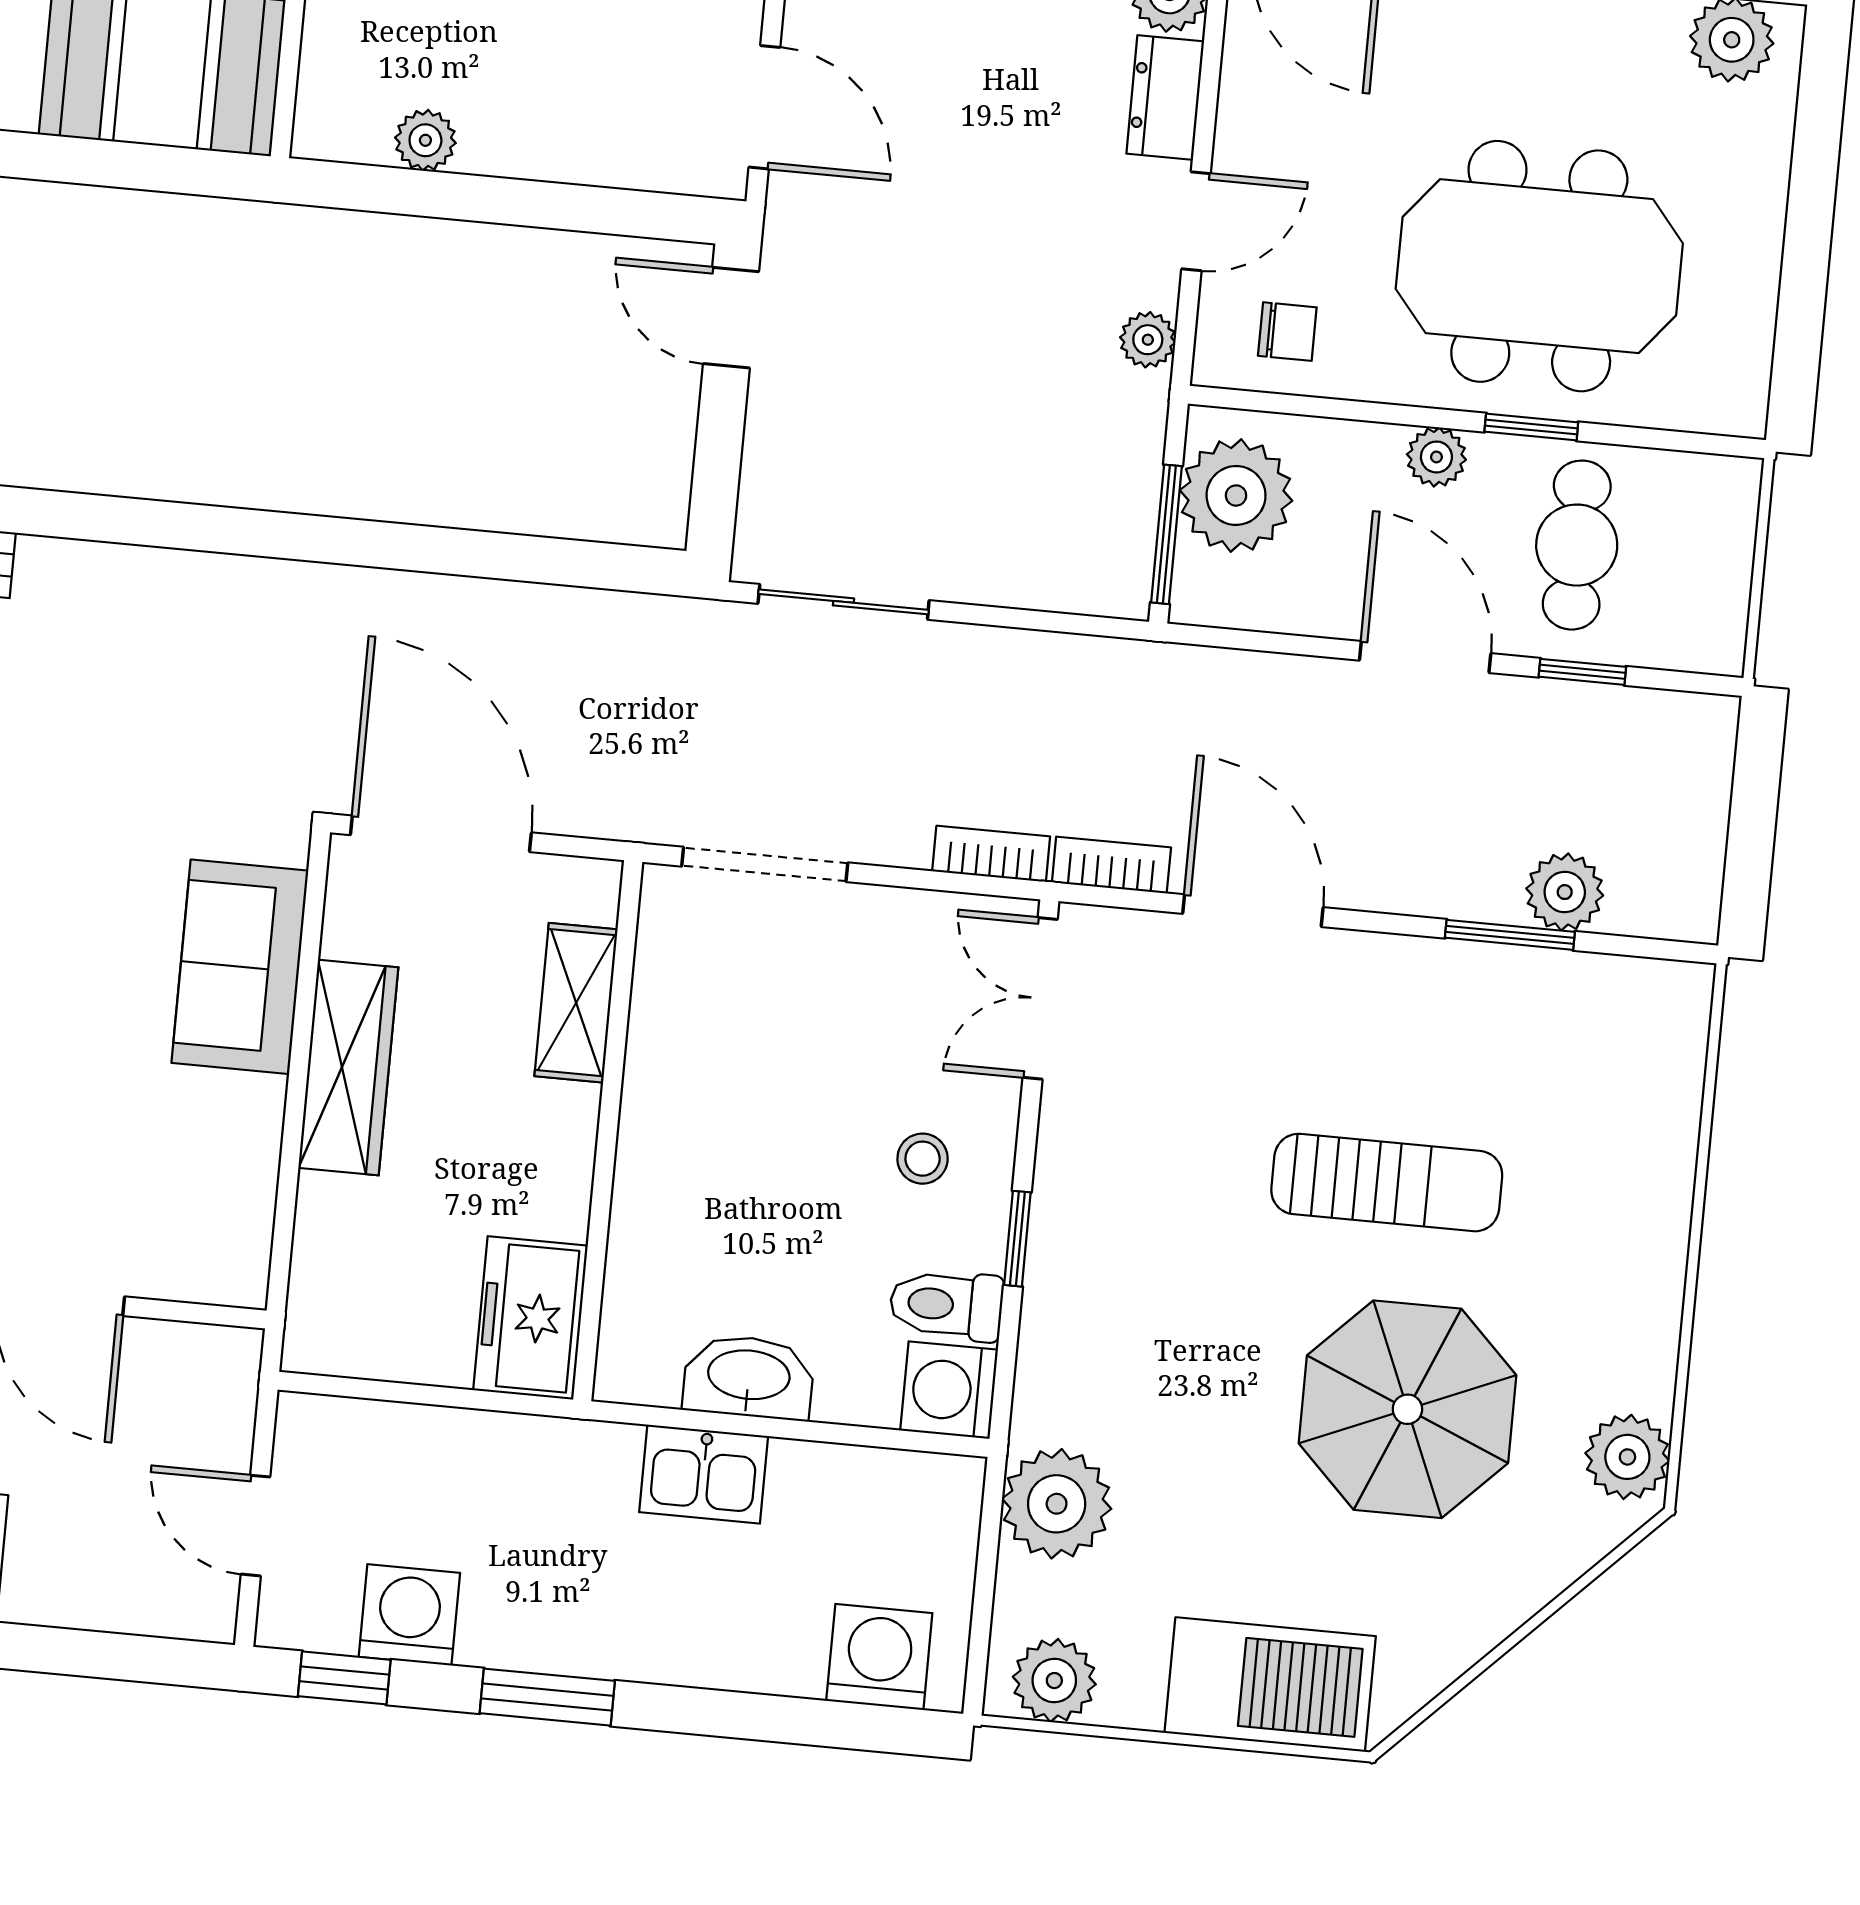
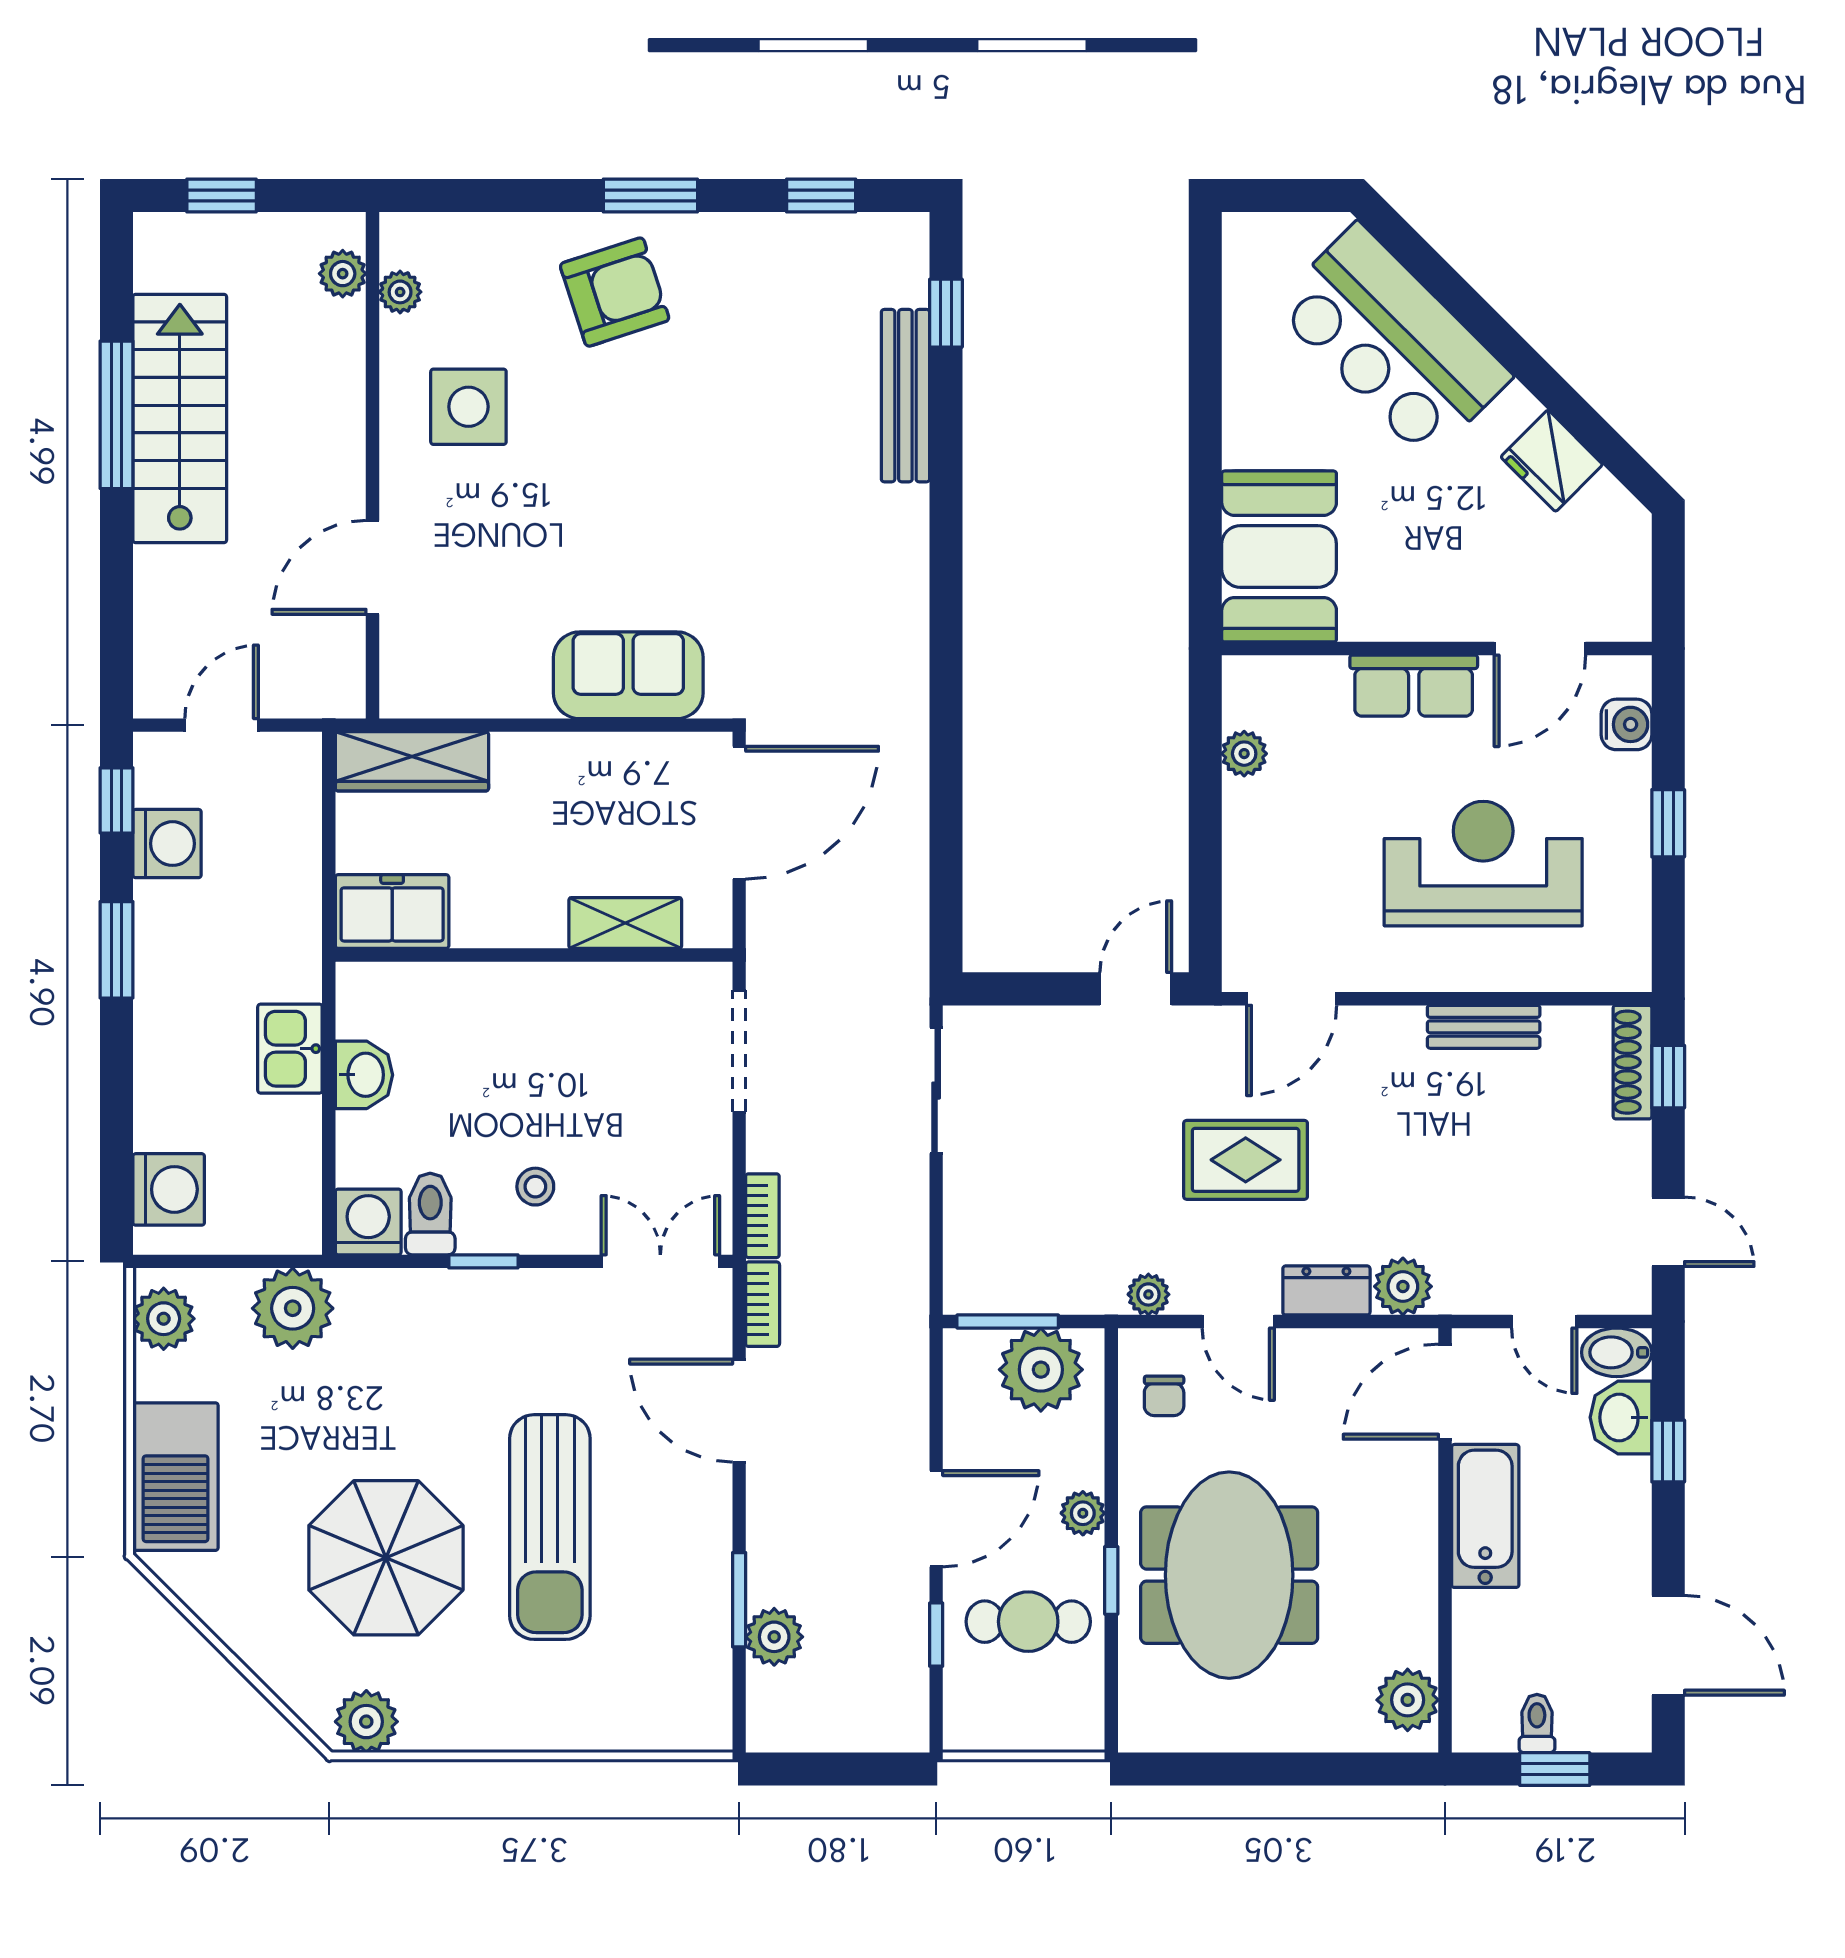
rug: (977, 191) -> (1246, 1160), added
door: (1253, 911) -> (739, 1411), swing flipped
wardrobe: (348, 1068) -> (412, 761), moved
sun lounger: (1387, 1183) -> (550, 1527), width x1.36, depth x1.34
washbasin: (749, 1377) -> (364, 1075), width x0.72

